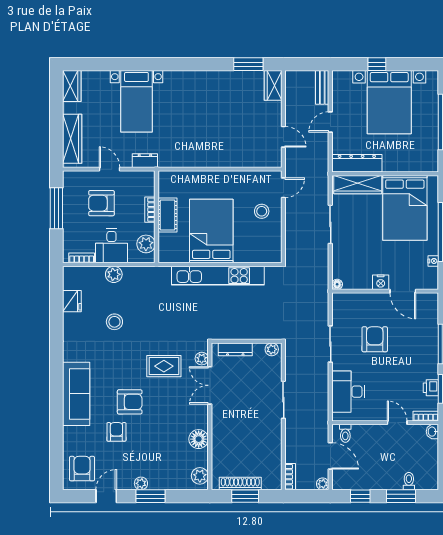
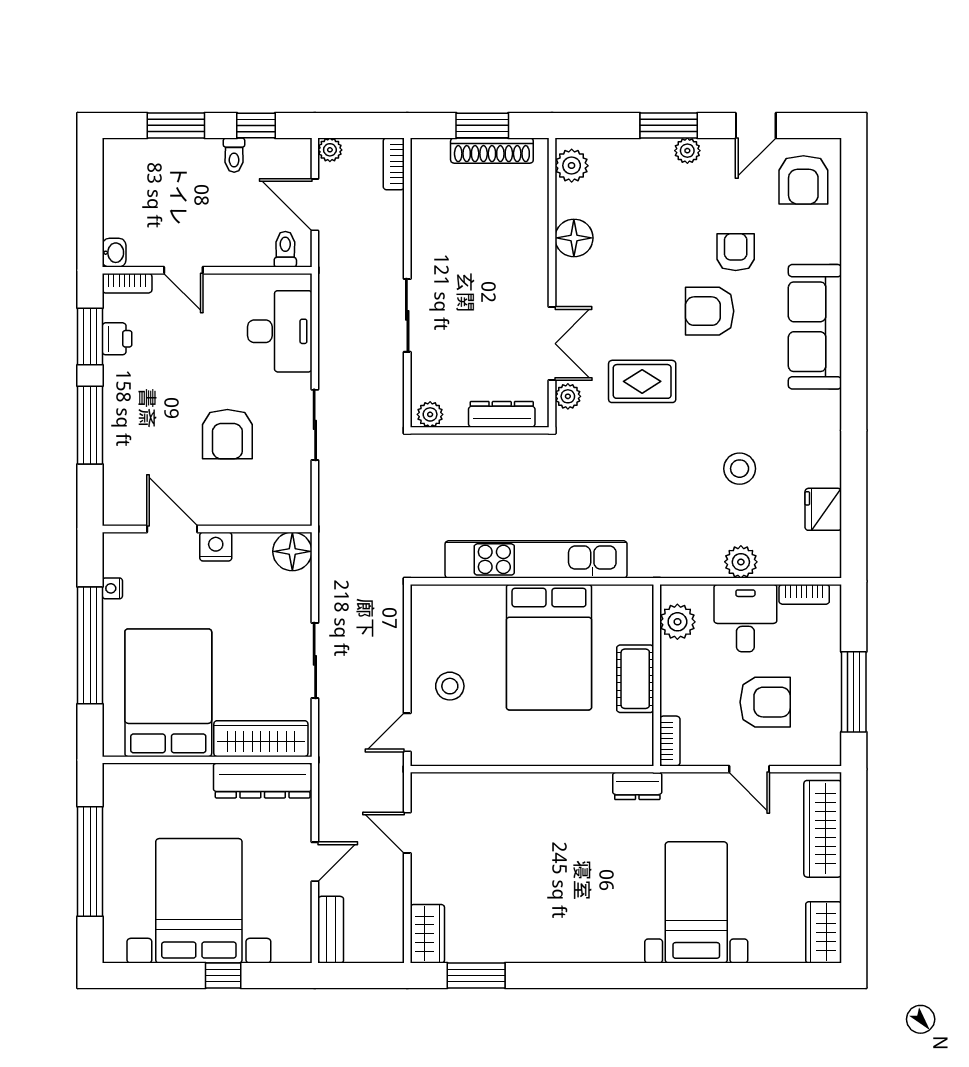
dresser: (145, 161) -> (637, 786), moved
bookcase: (150, 210) -> (670, 741), moved
floor lamp: (337, 284) -> (292, 551), width x1.89, depth x1.89
armchair: (116, 432) -> (736, 252), turned 180
toilet: (409, 481) -> (234, 155), moved

